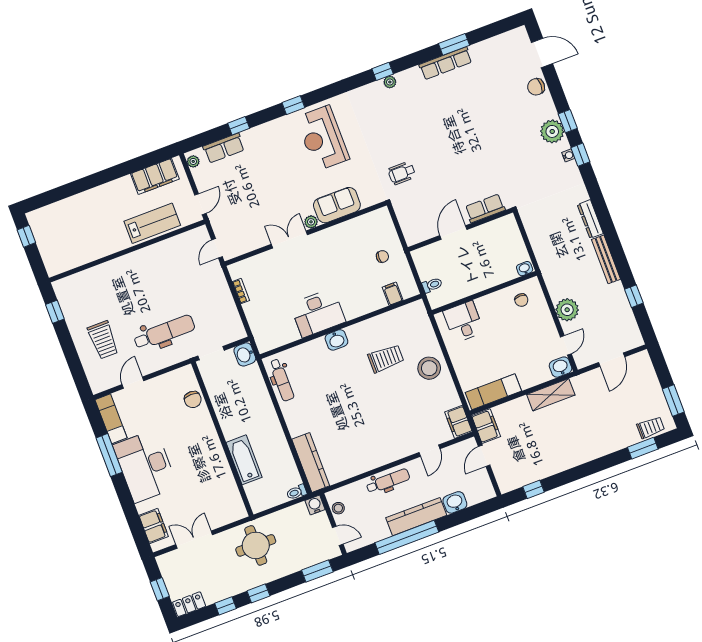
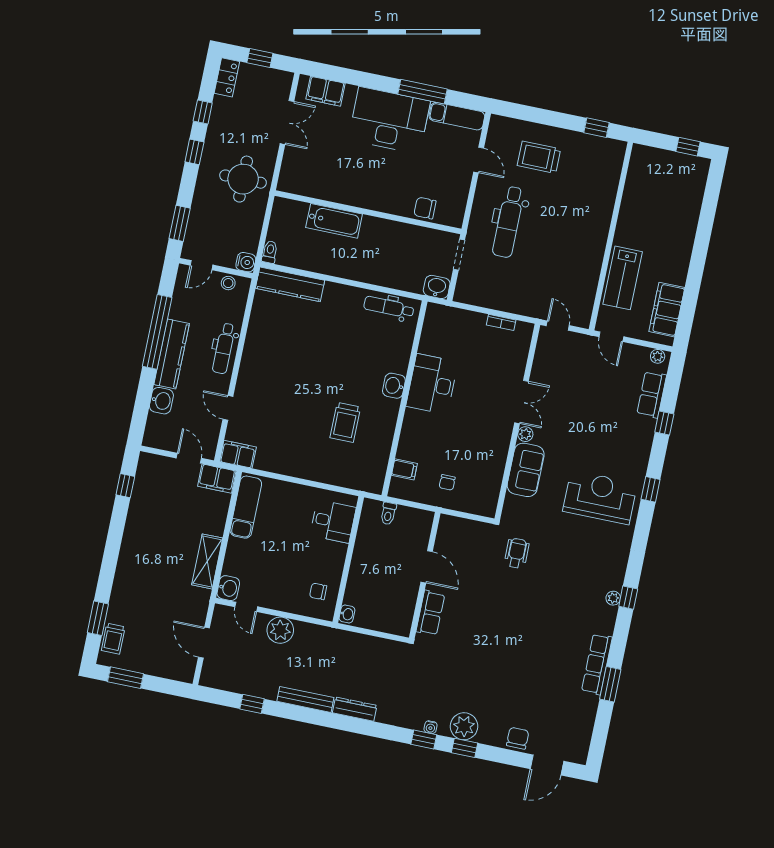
stool: (429, 368) -> (309, 459), removed

